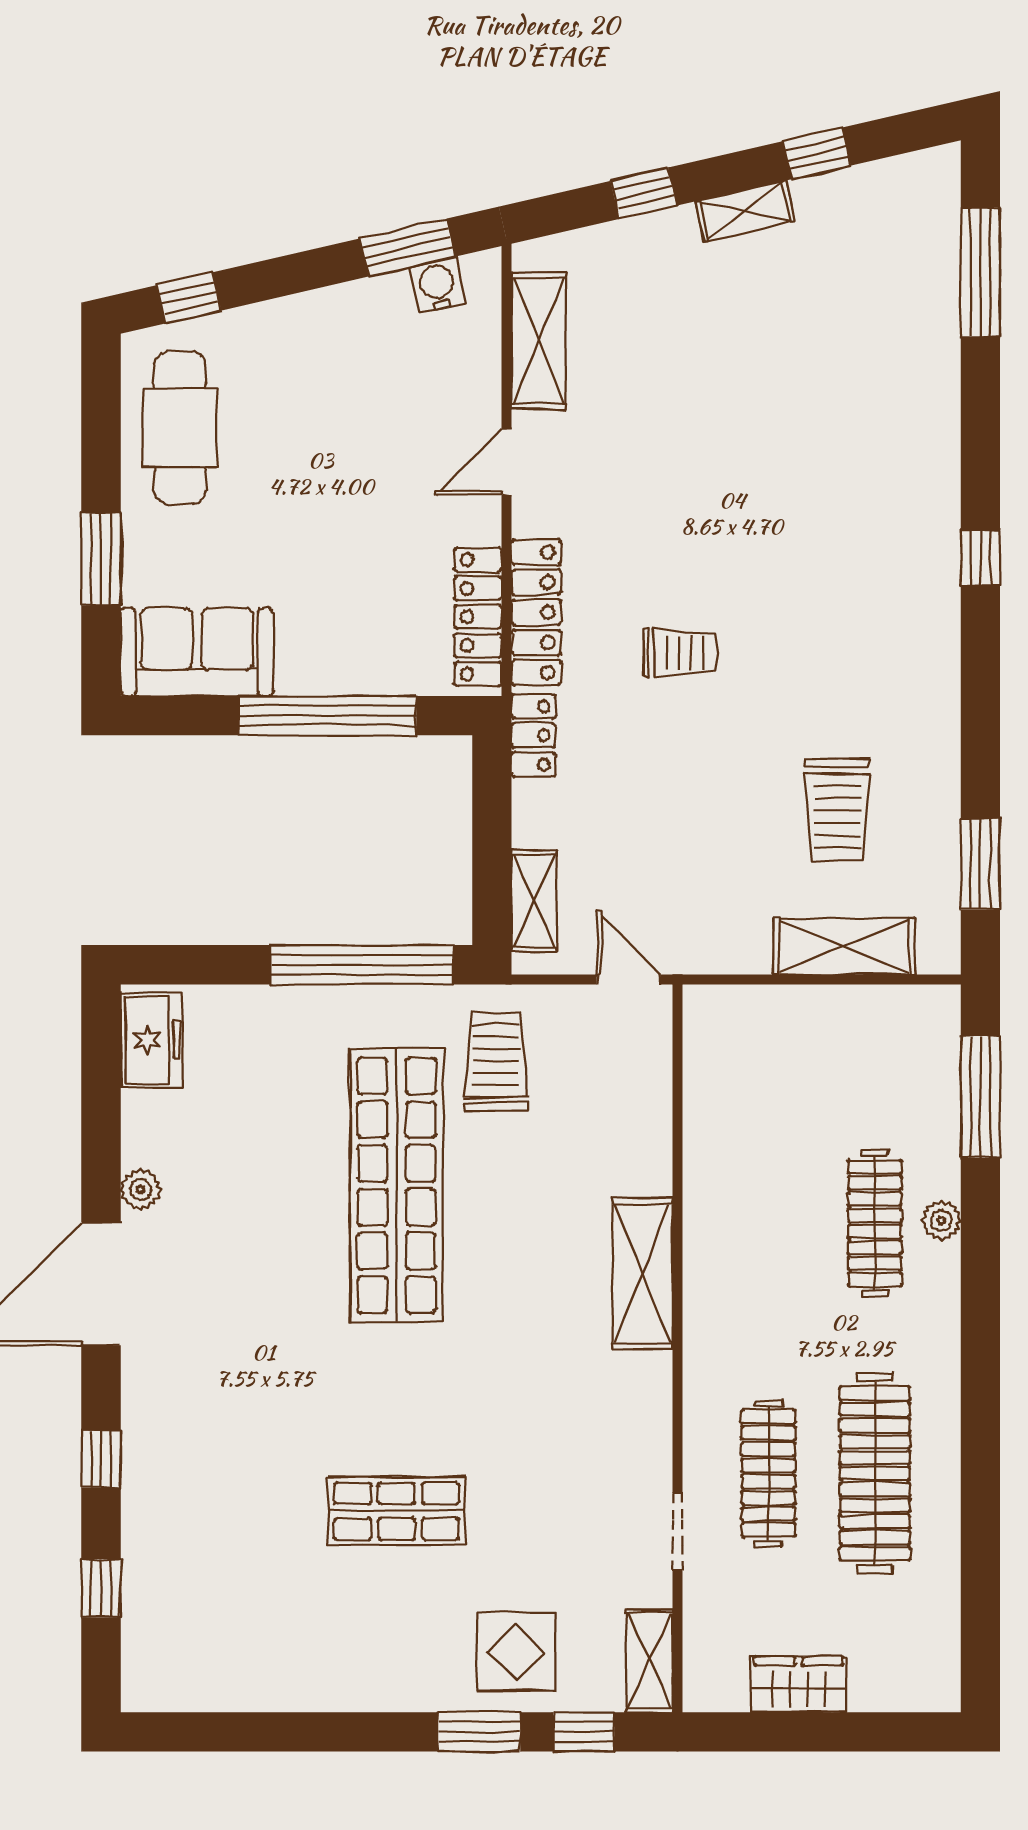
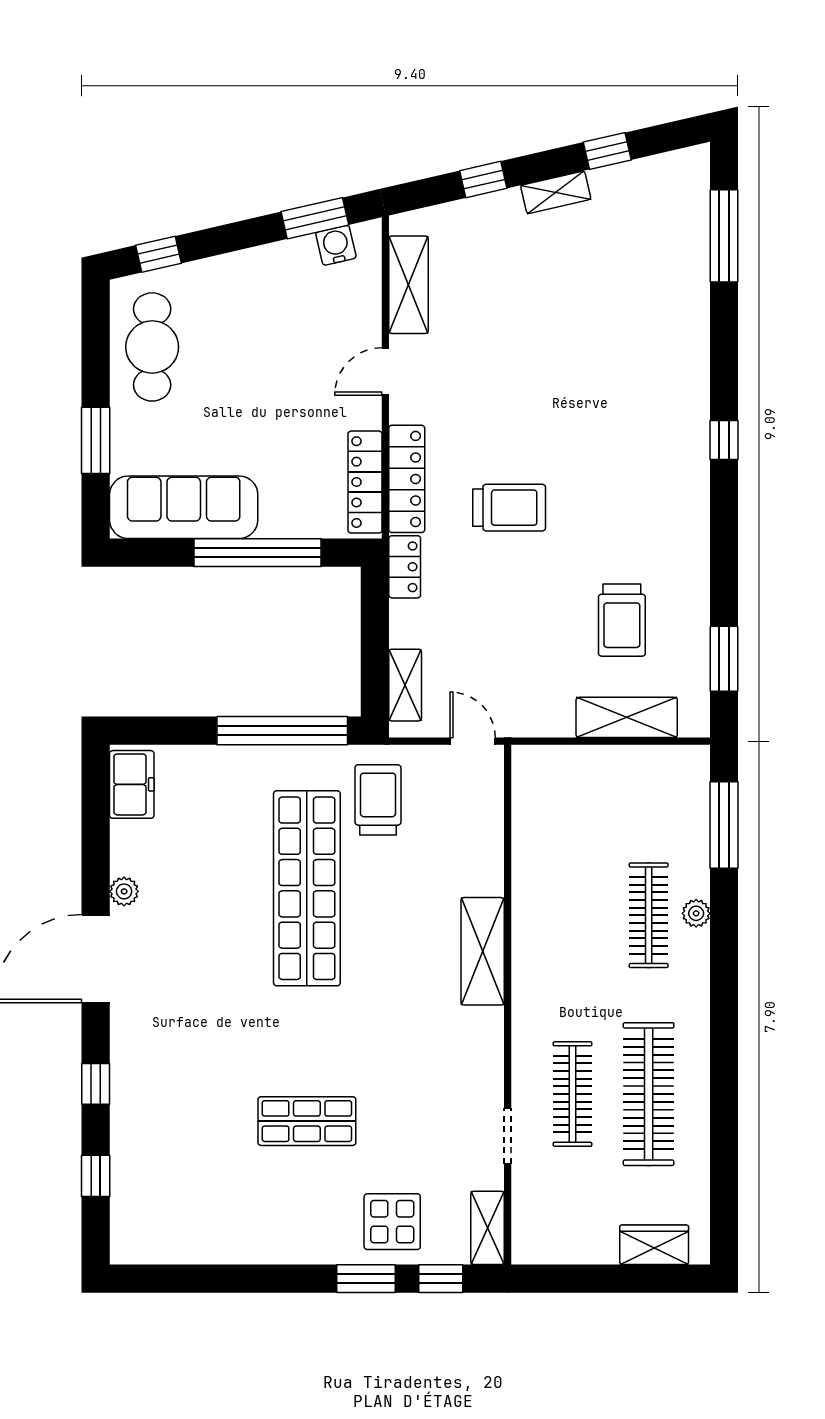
sofa: (197, 652) -> (184, 507), width x1.36
trolley: (680, 653) -> (509, 508), width x1.36, depth x1.39
wardrobe: (799, 1684) -> (654, 1245), moved

